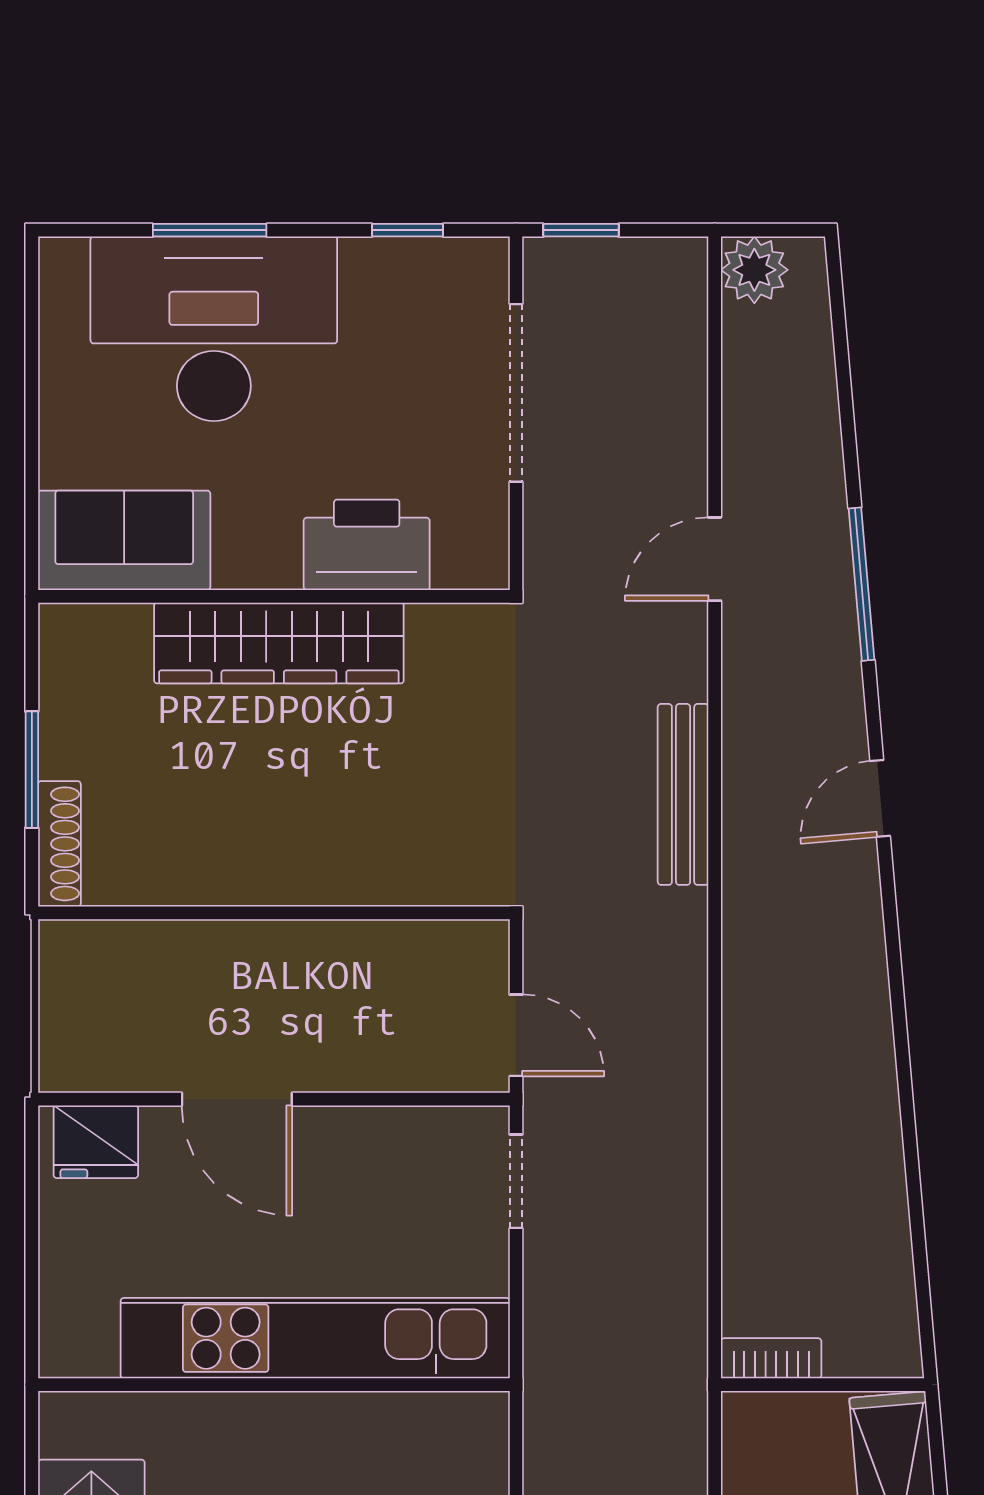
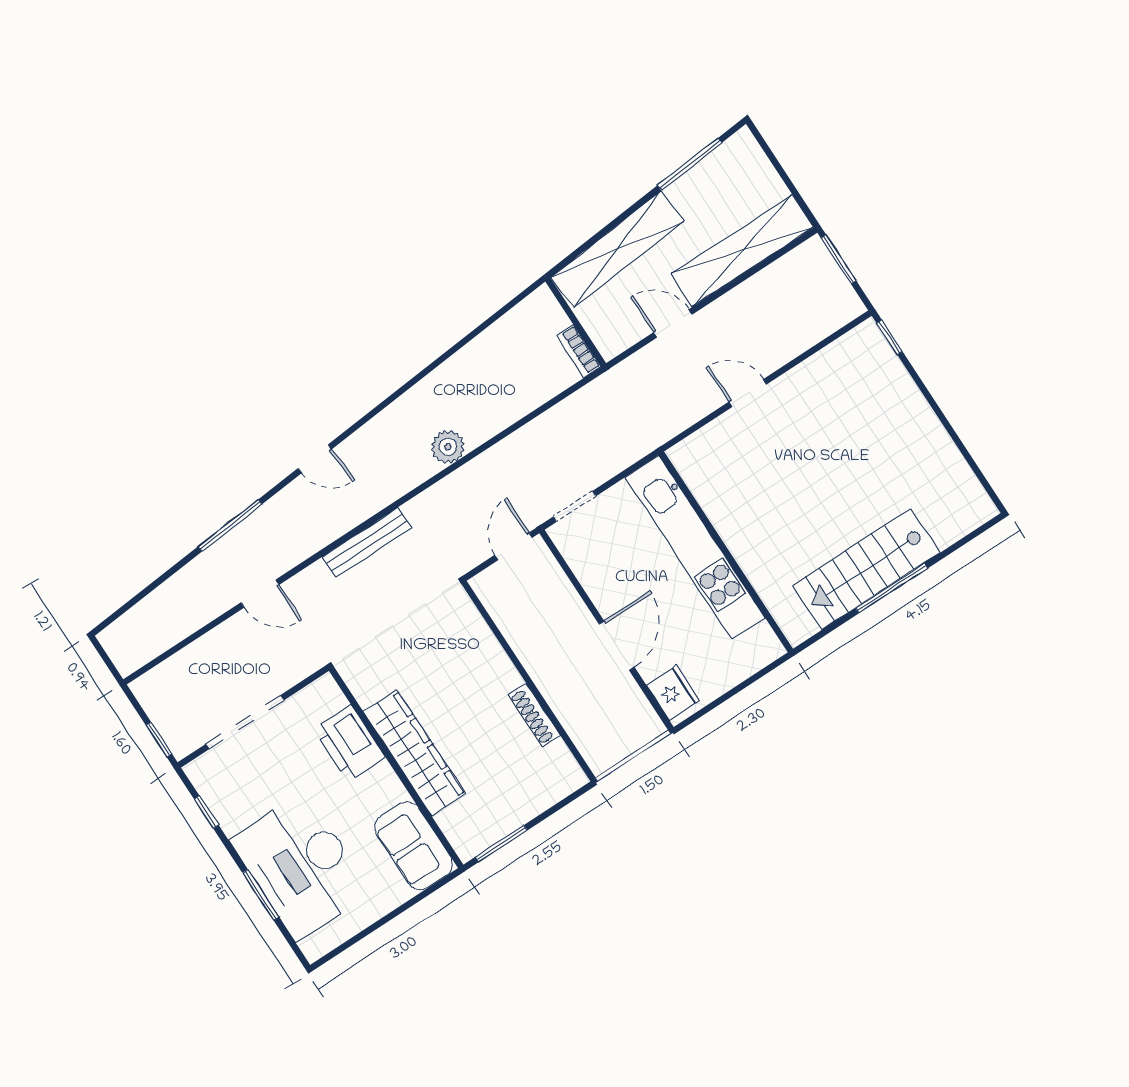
plant: (754, 270) -> (448, 447), moved
window: (32, 770) -> (501, 844), moved
shoe rack: (59, 844) -> (534, 715), moved, turned -90

